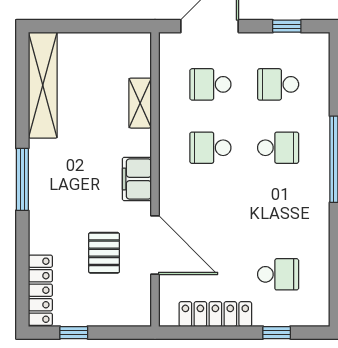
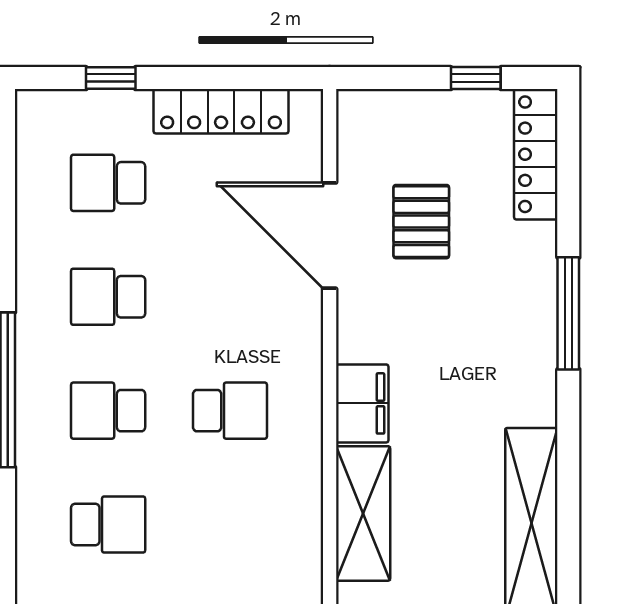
school desk: (210, 84) -> (108, 297), moved, turned 180
shelving: (140, 103) -> (363, 513), width x1.50, depth x1.33
window: (22, 179) -> (568, 313), moved
filing cabinet: (137, 179) -> (362, 403), moved

